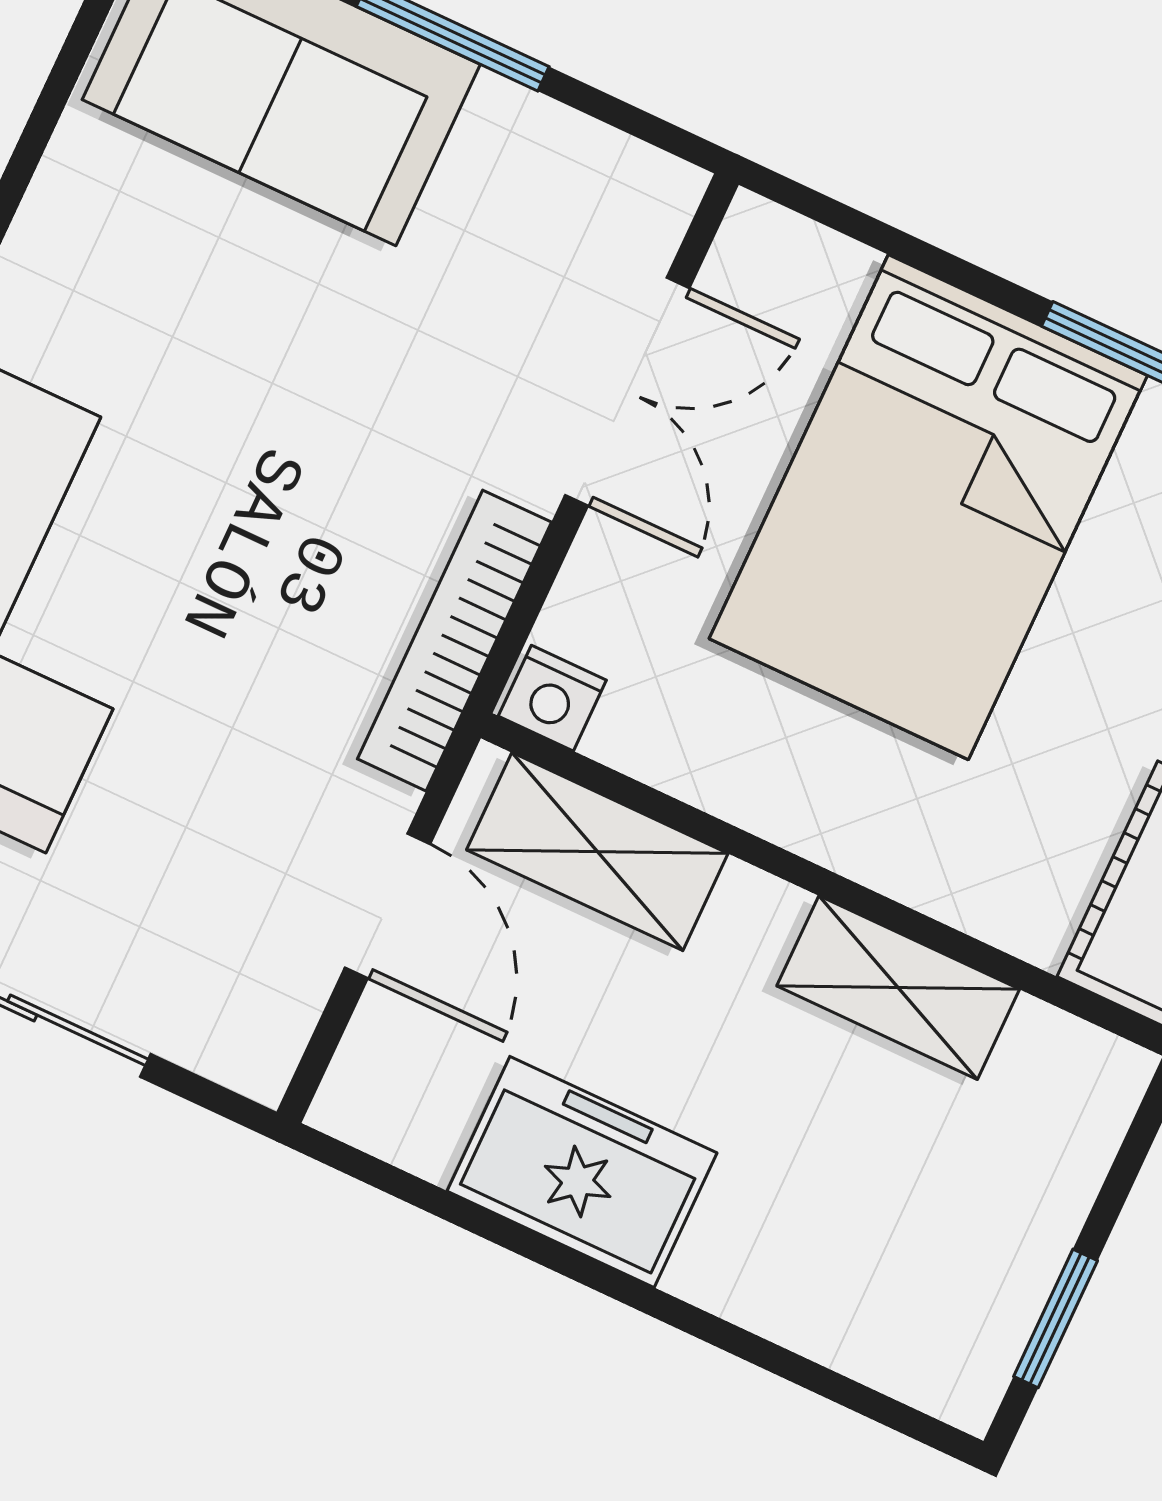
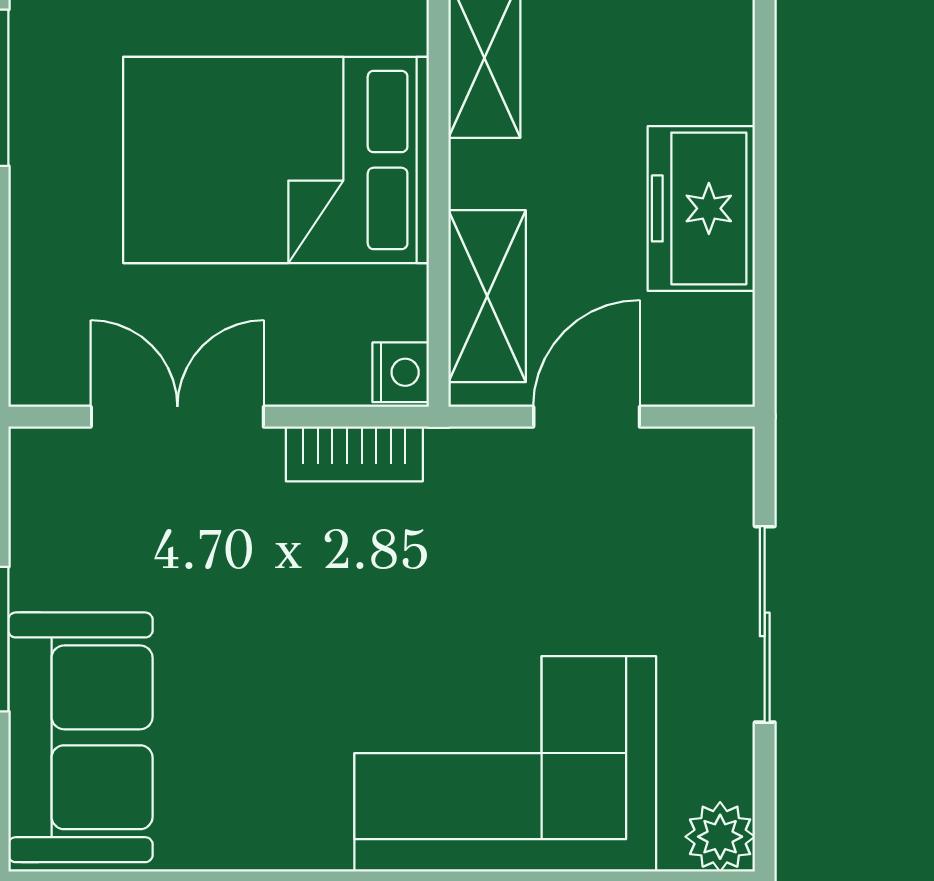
bed: (928, 507) -> (276, 160), moved, turned 180
bookcase: (454, 641) -> (354, 454), width x0.64

